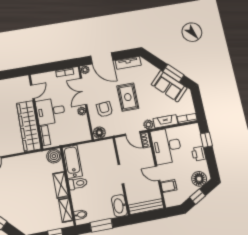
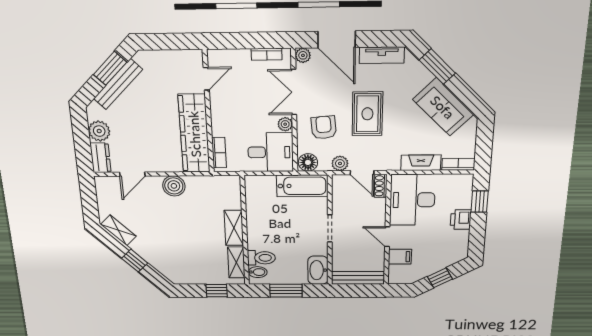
window: (173, 73) -> (437, 67), moved
desk: (51, 111) -> (271, 152), moved, turned 180
plant: (148, 125) -> (340, 163), moved
boiler: (54, 156) -> (174, 186), moved
bathtub: (72, 162) -> (302, 186), moved, turned 90
floor lamp: (199, 179) -> (450, 255), removed
toilet: (78, 183) -> (261, 258), moved

